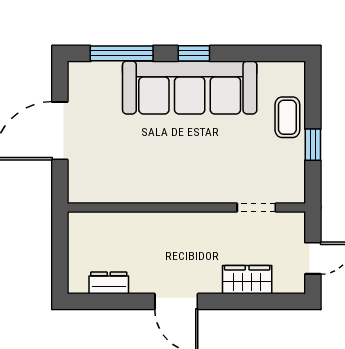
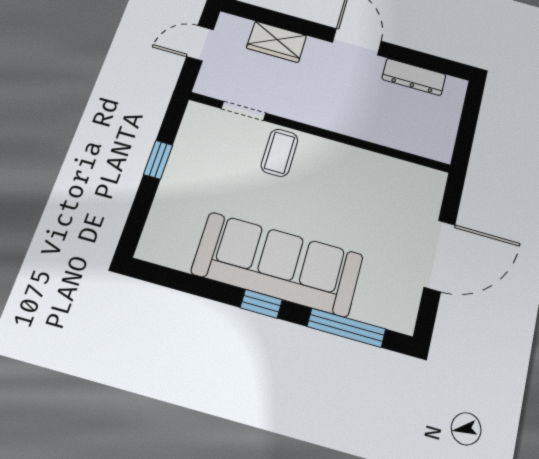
coffee table: (287, 117) -> (279, 153), moved
dresser: (109, 283) -> (414, 77), width x1.44

